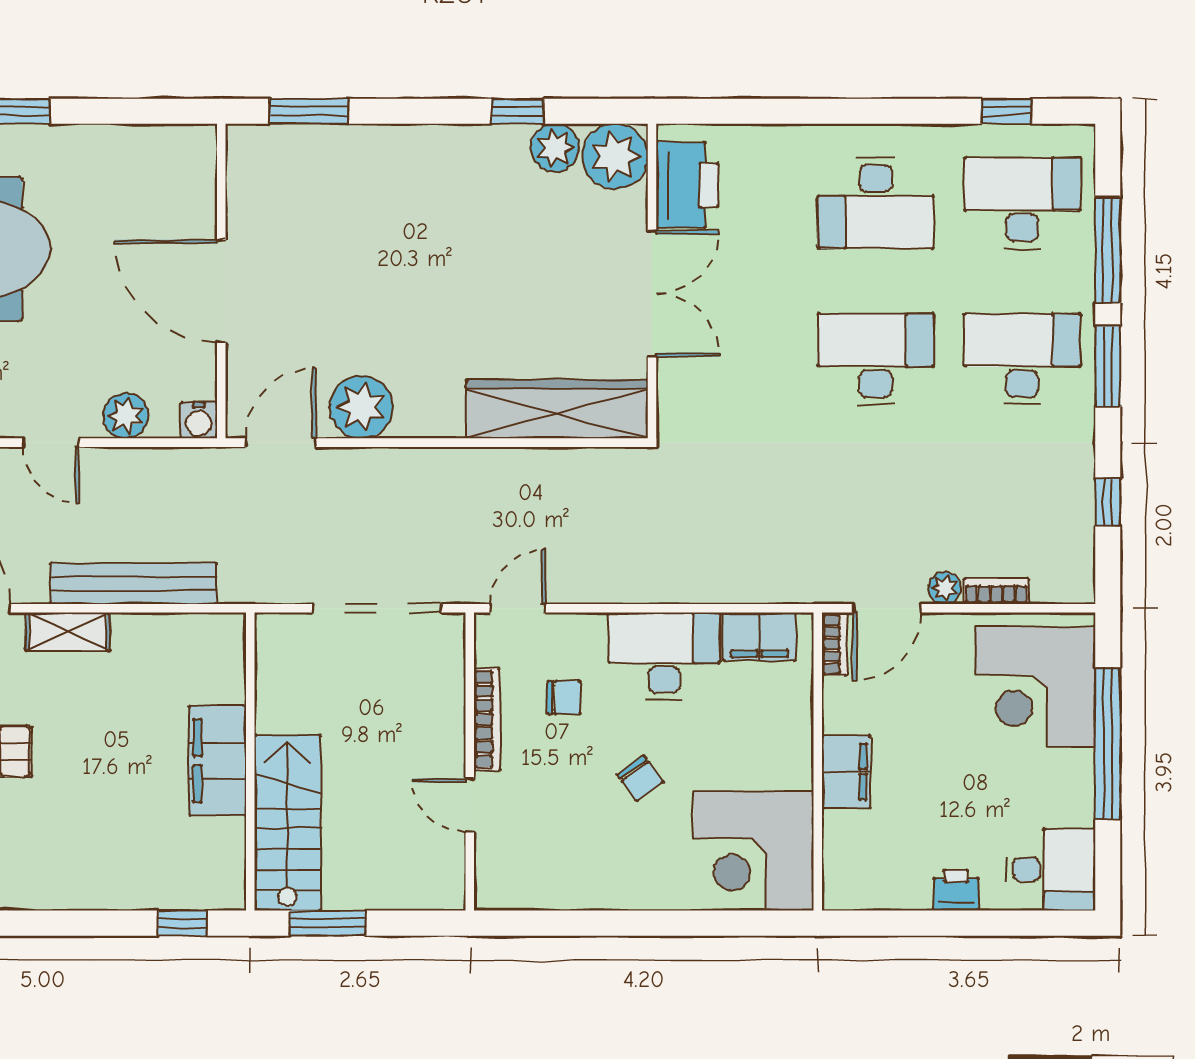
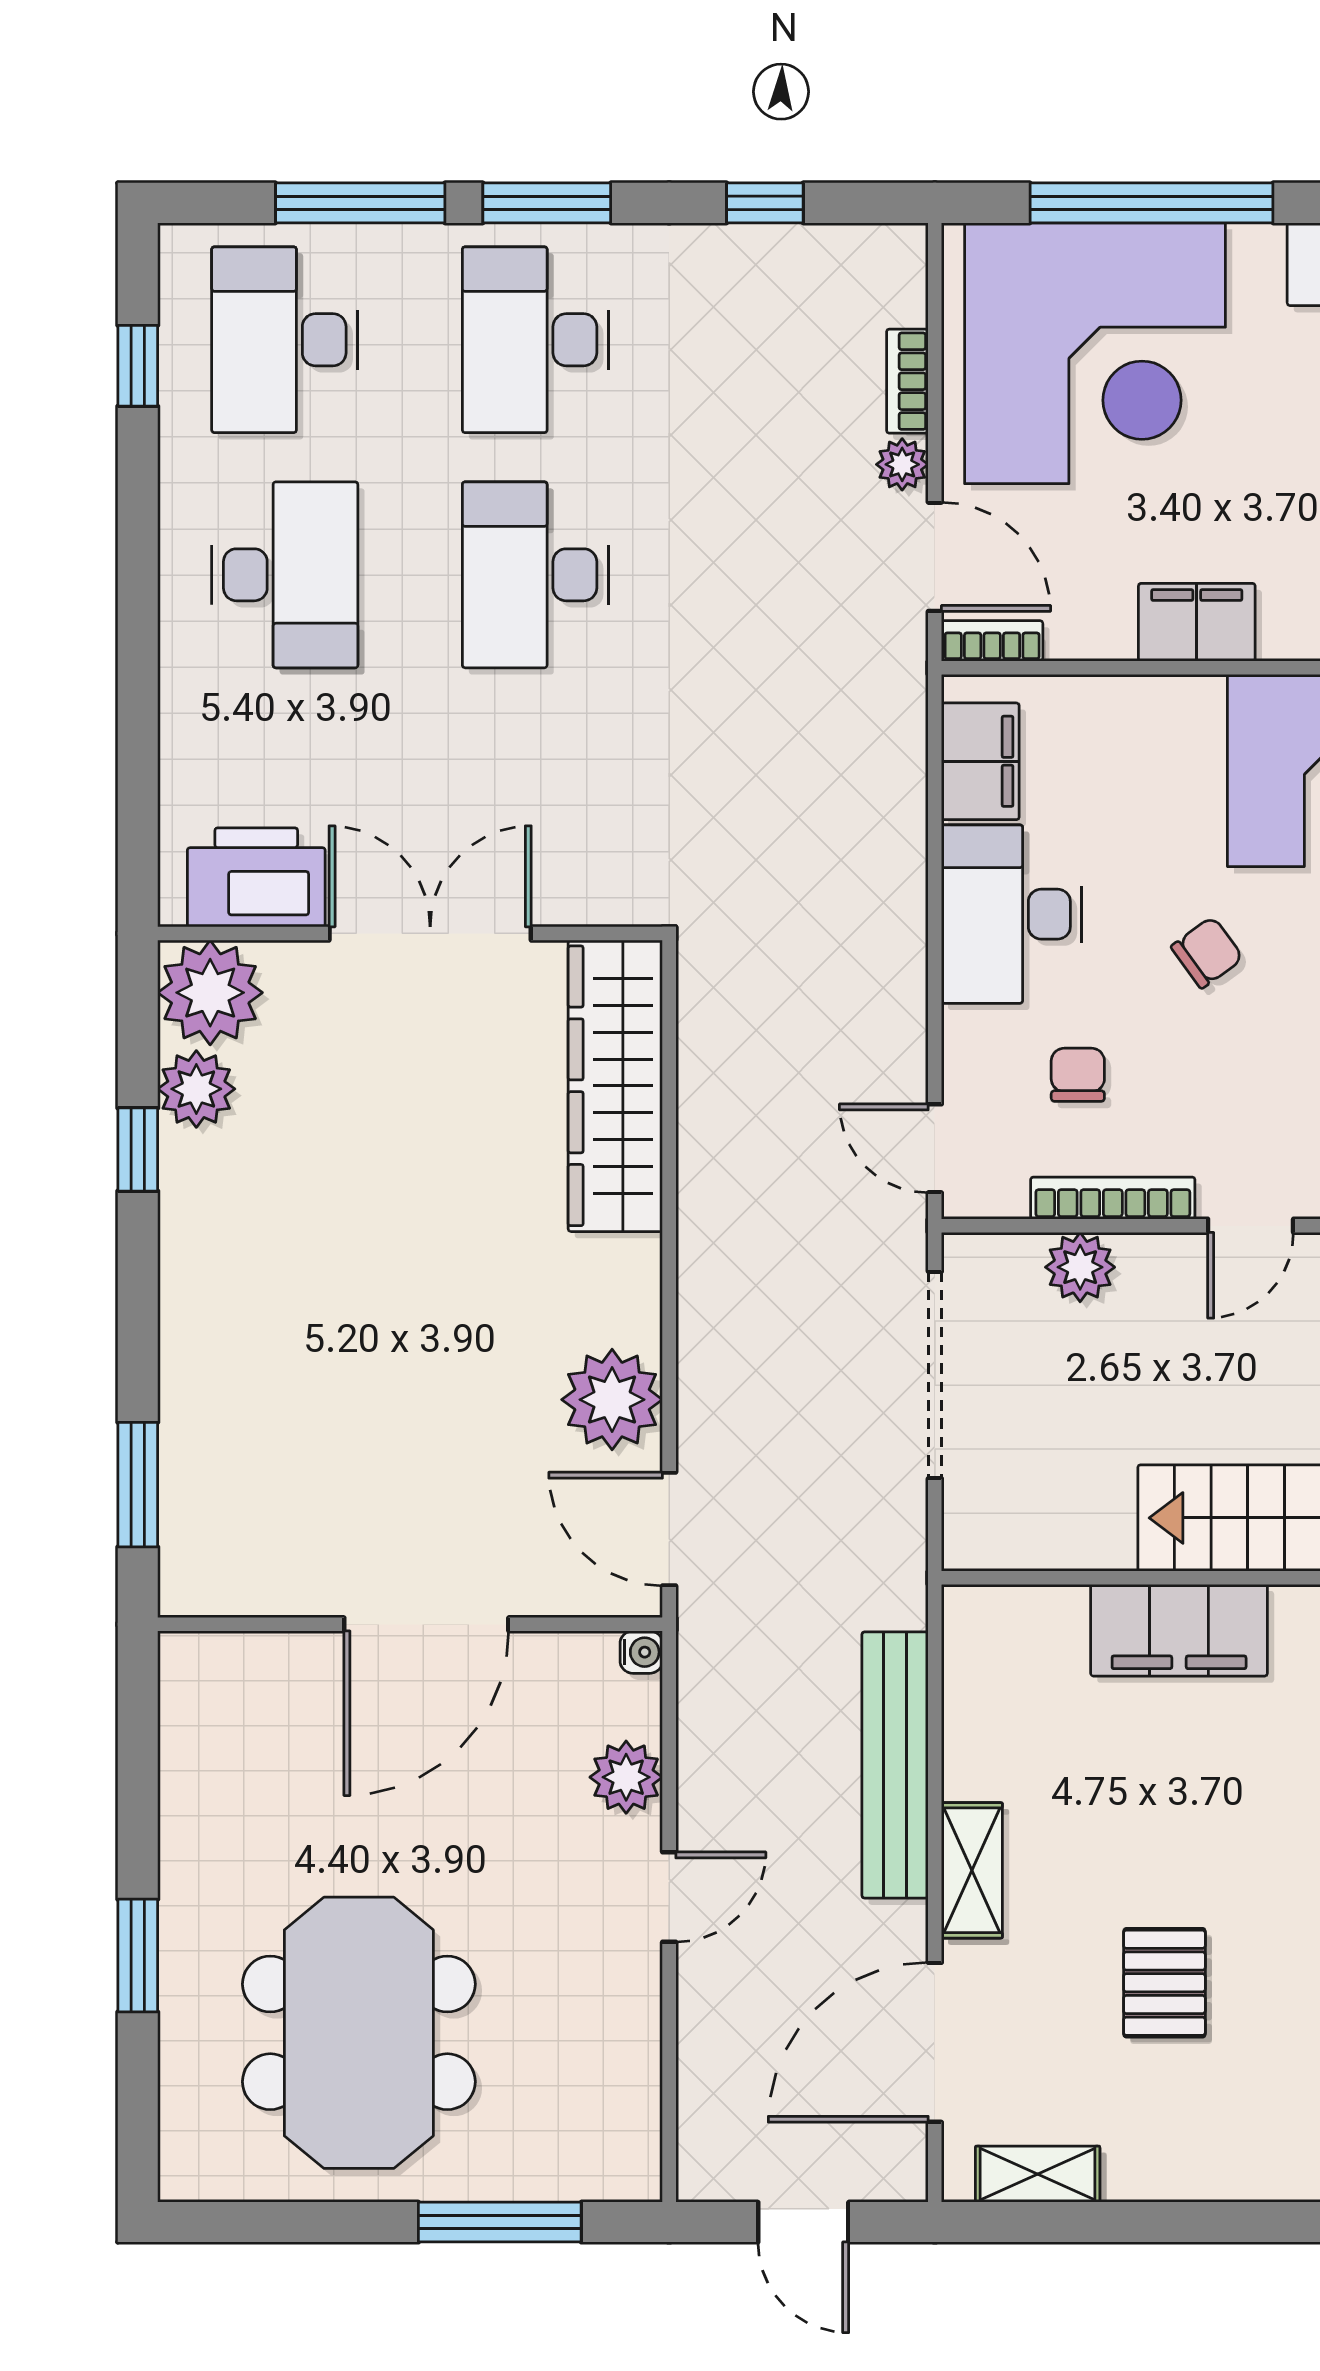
water cooler: (199, 420) -> (641, 1652), width x0.72, depth x0.72
corner desk: (1035, 687) -> (1095, 353), width x1.36, depth x1.36
plant: (444, 699) -> (1080, 1267), added

